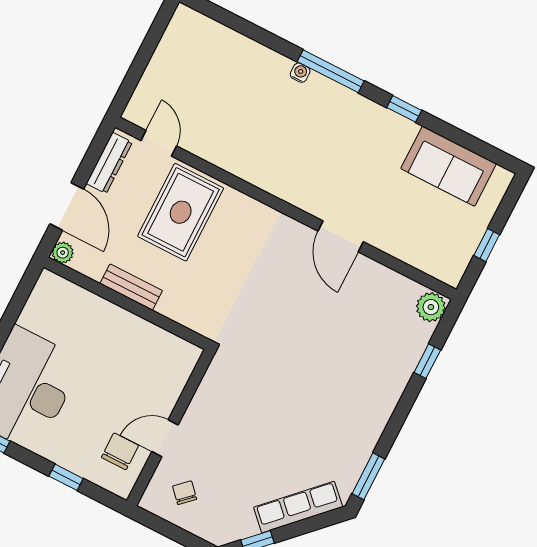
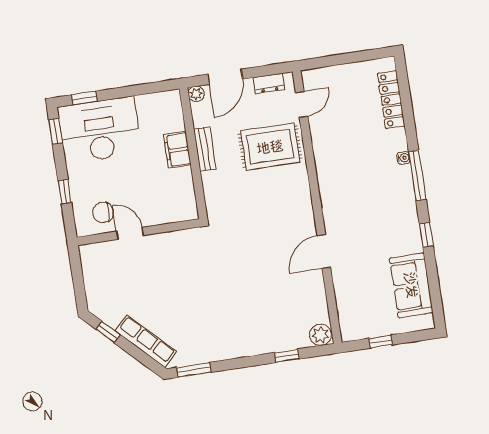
locker: (225, 40) -> (391, 100), added
dresser: (109, 163) -> (269, 83), width x0.70
filing cabinet: (110, 318) -> (177, 150), added
chair: (120, 451) -> (103, 212), turned 180
chair: (185, 493) -> (106, 268), removed

